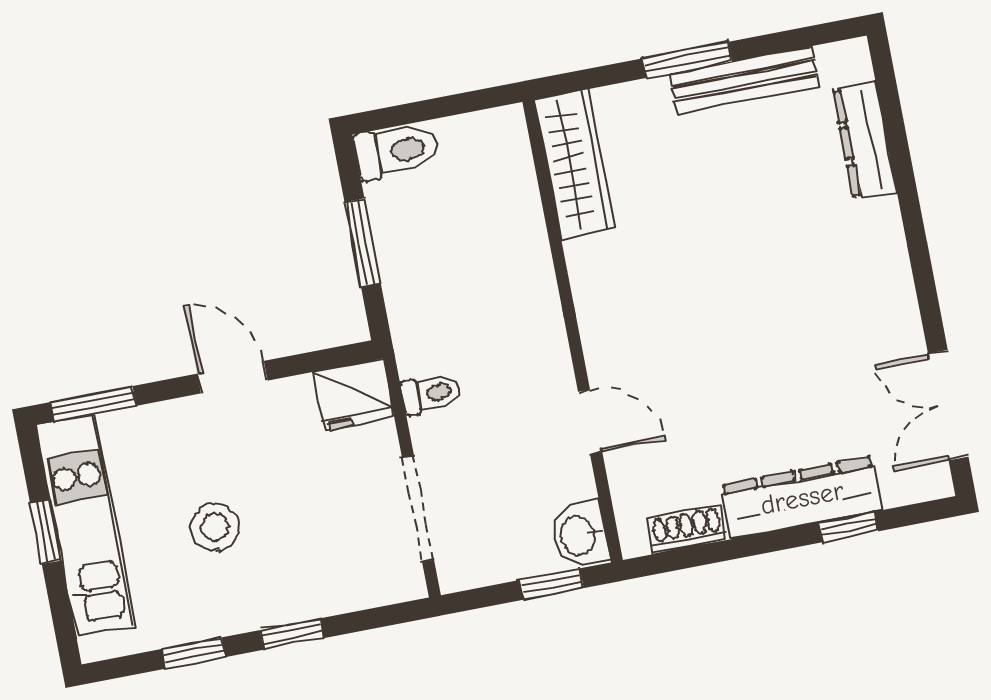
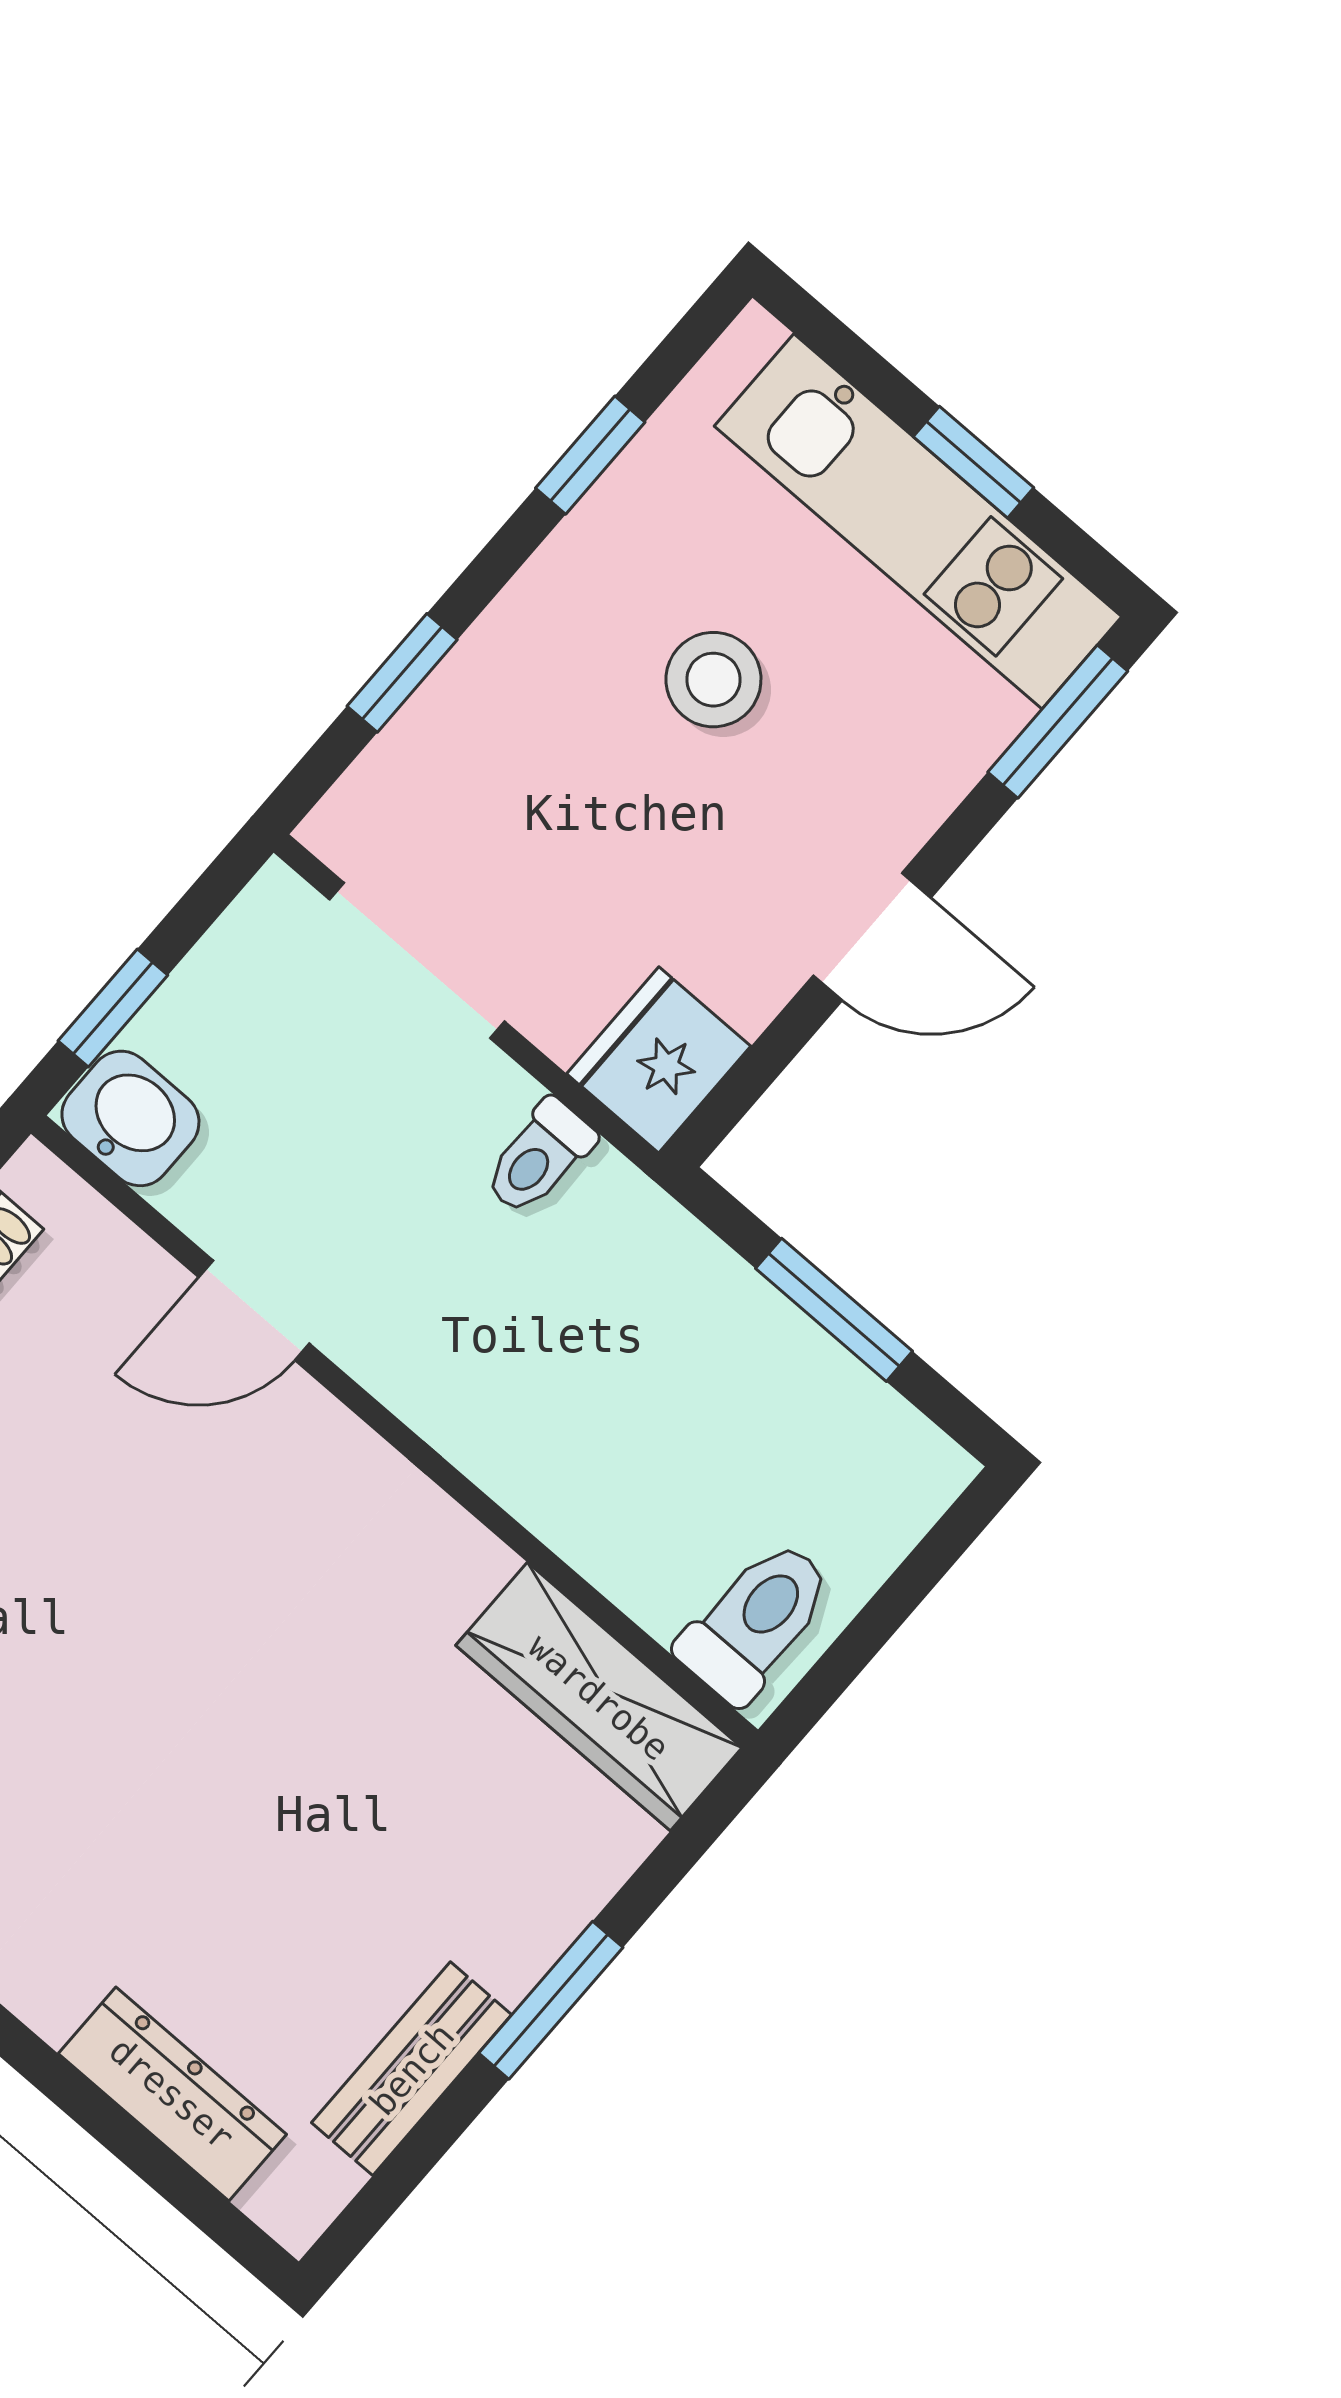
bench: (744, 80) -> (412, 2069), width x0.73
toilet: (396, 151) -> (756, 1621), moved, turned 180
window: (292, 634) -> (402, 673), moved

